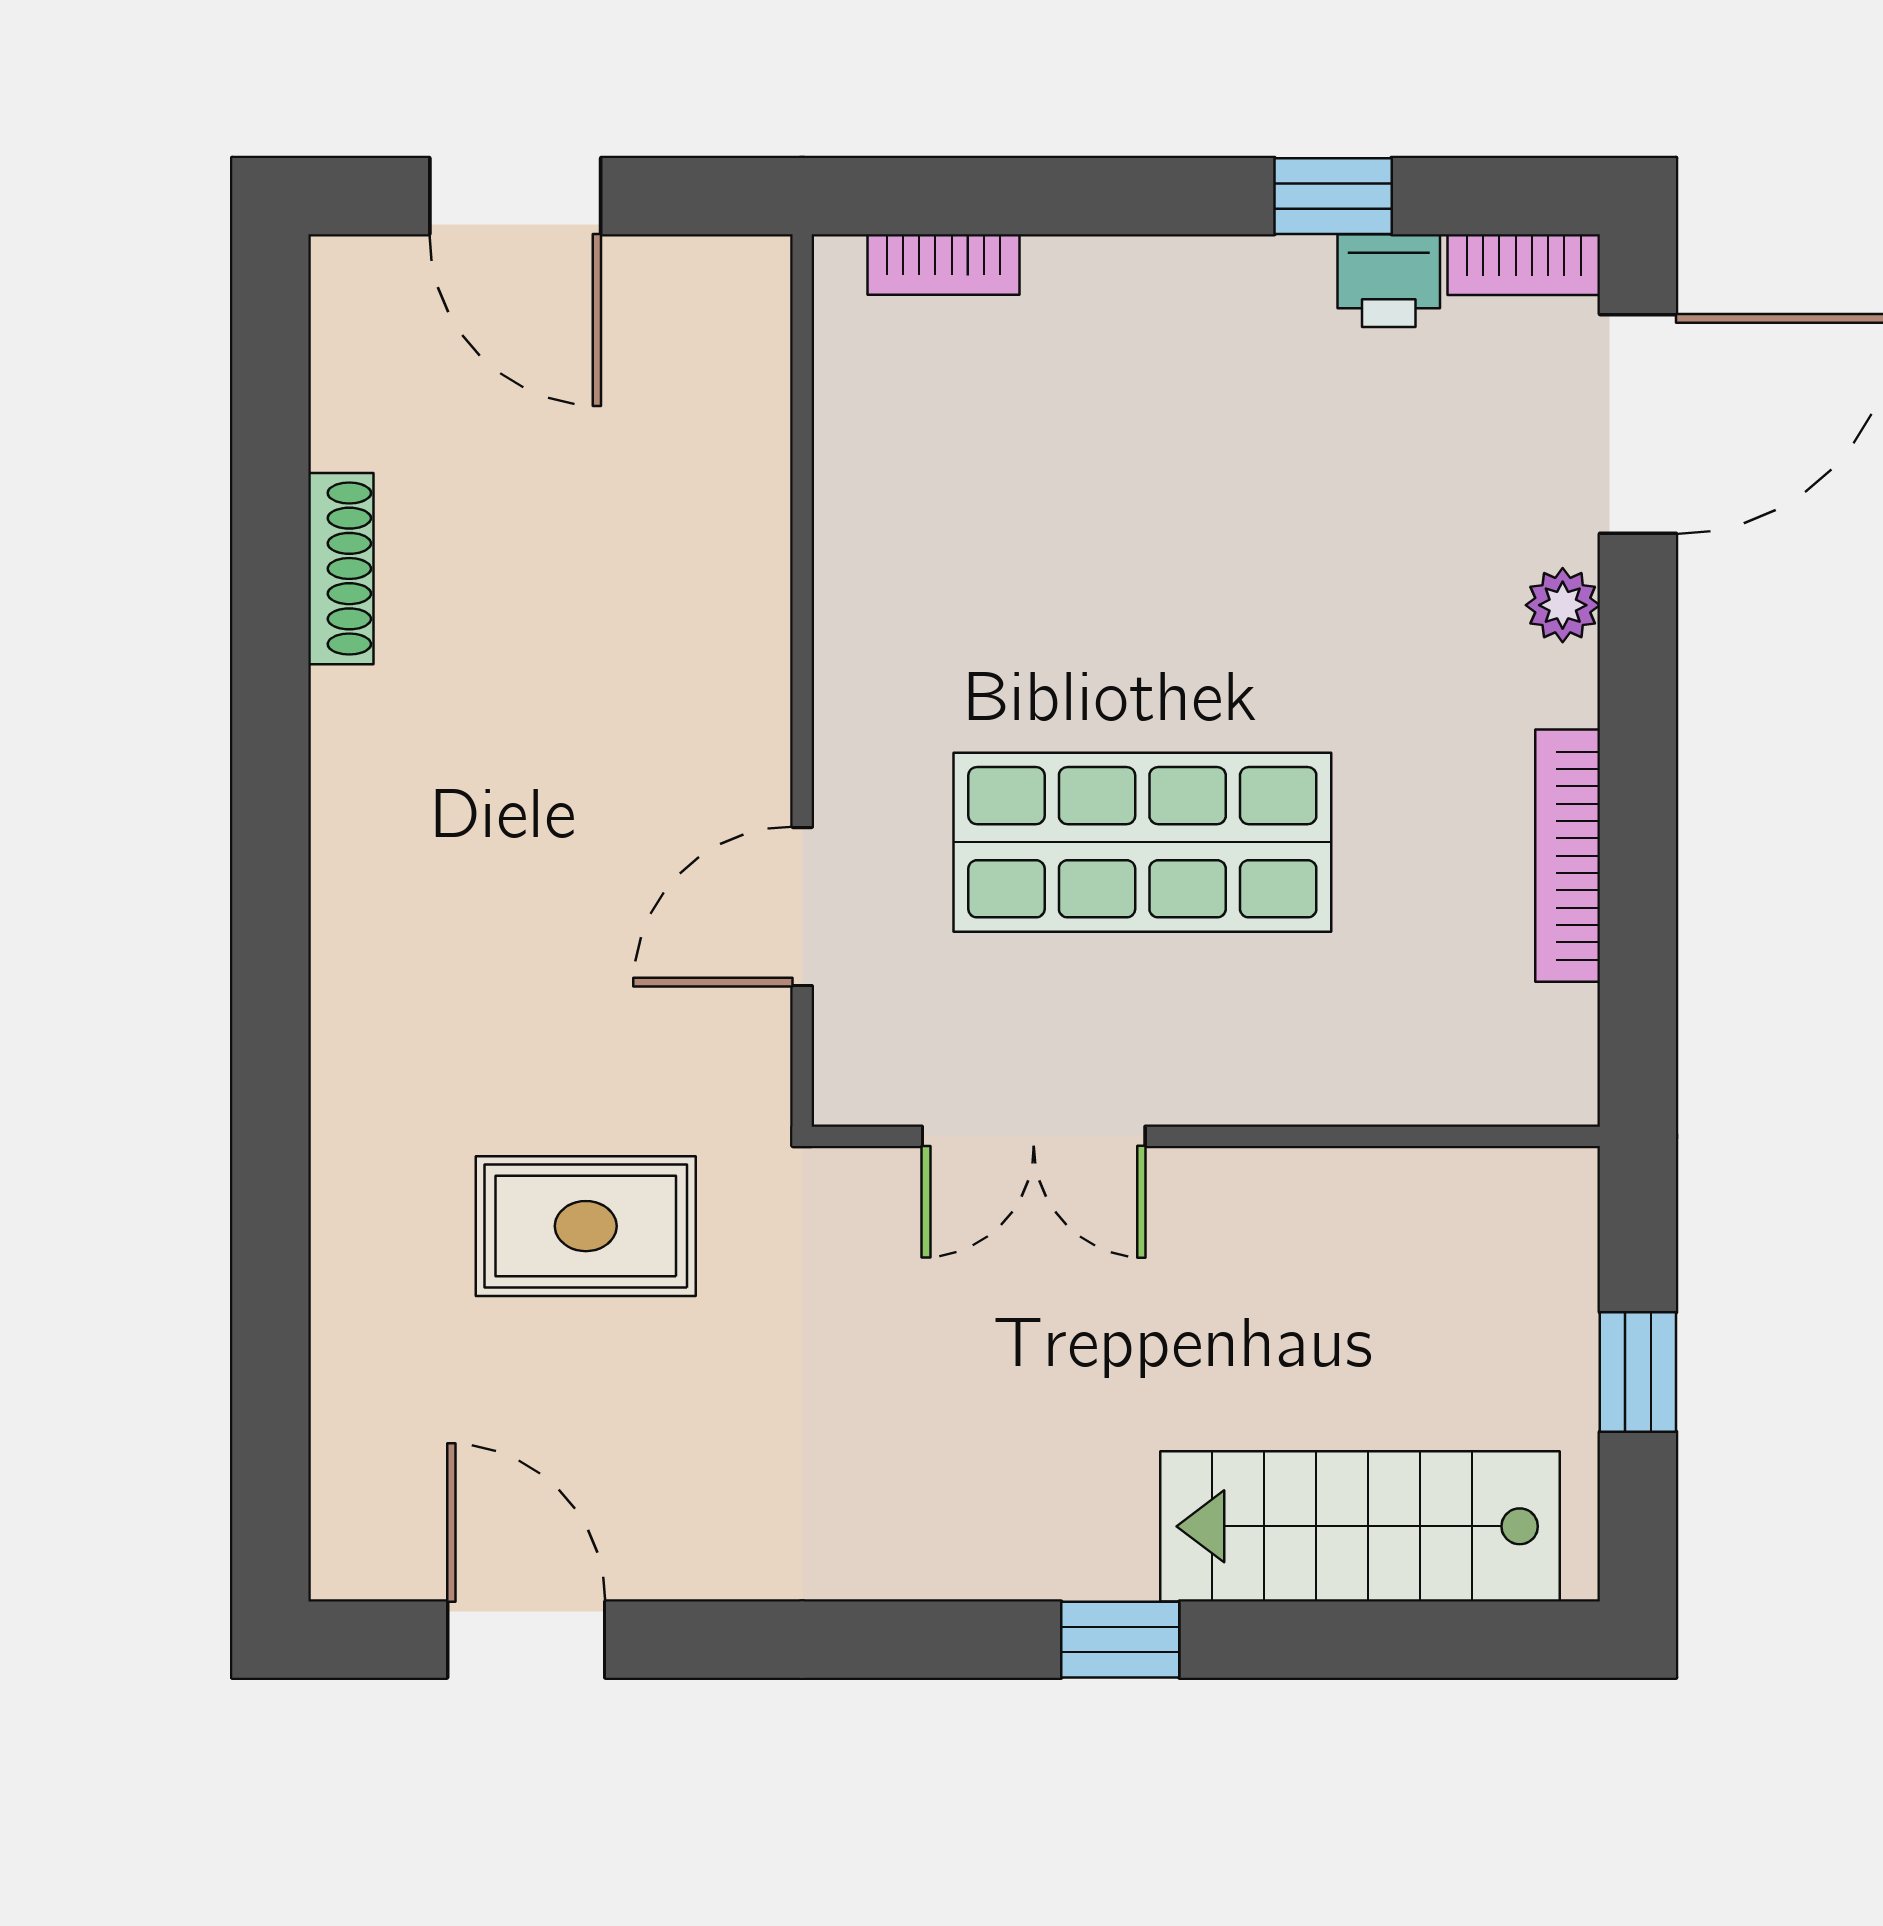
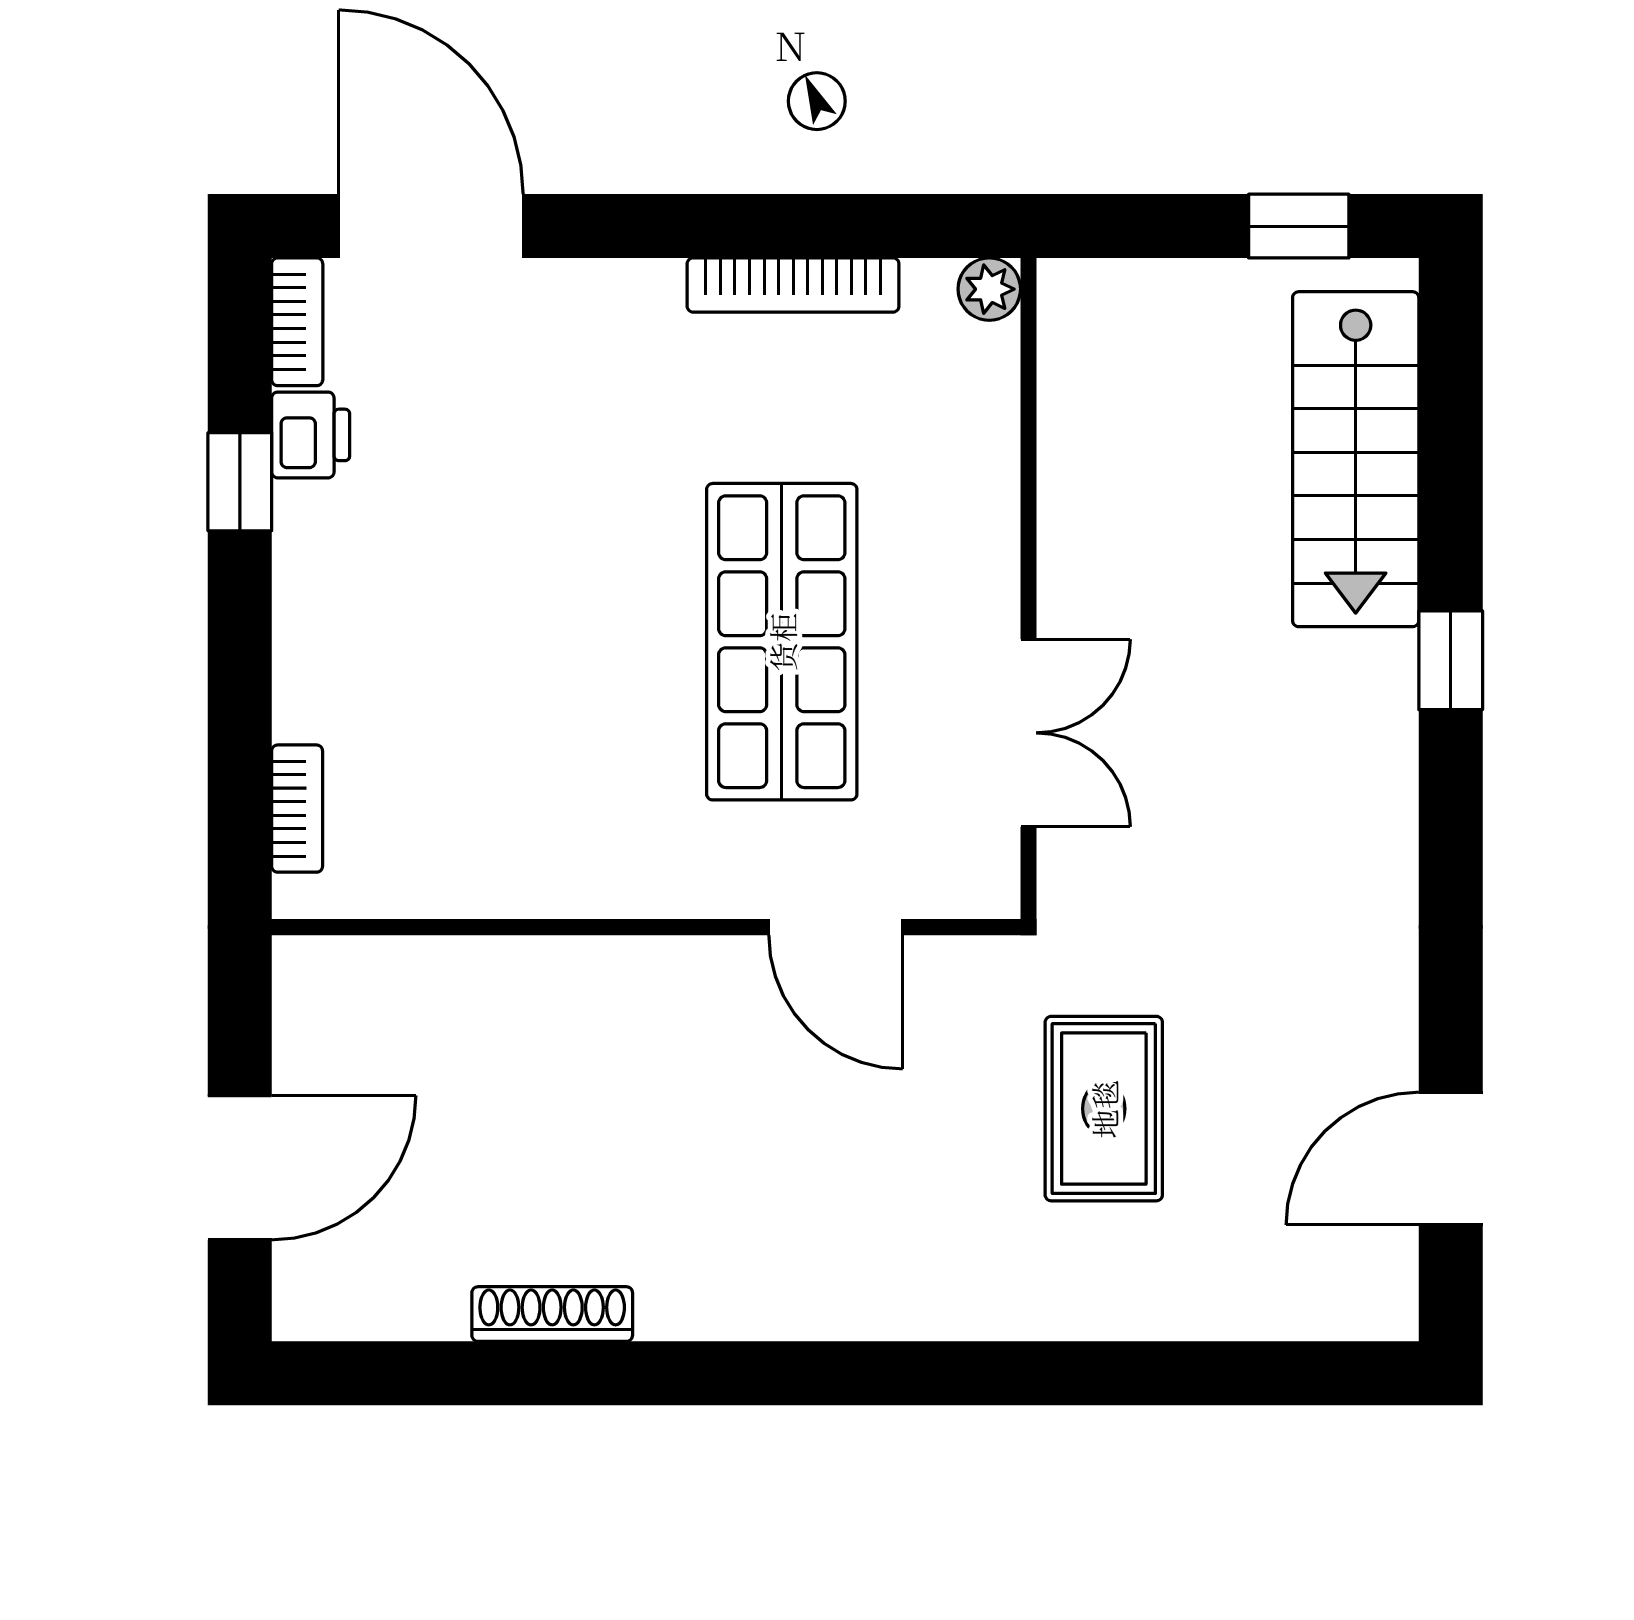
plant: (1563, 605) -> (989, 289), moved
window: (1638, 1372) -> (1299, 226), moved

